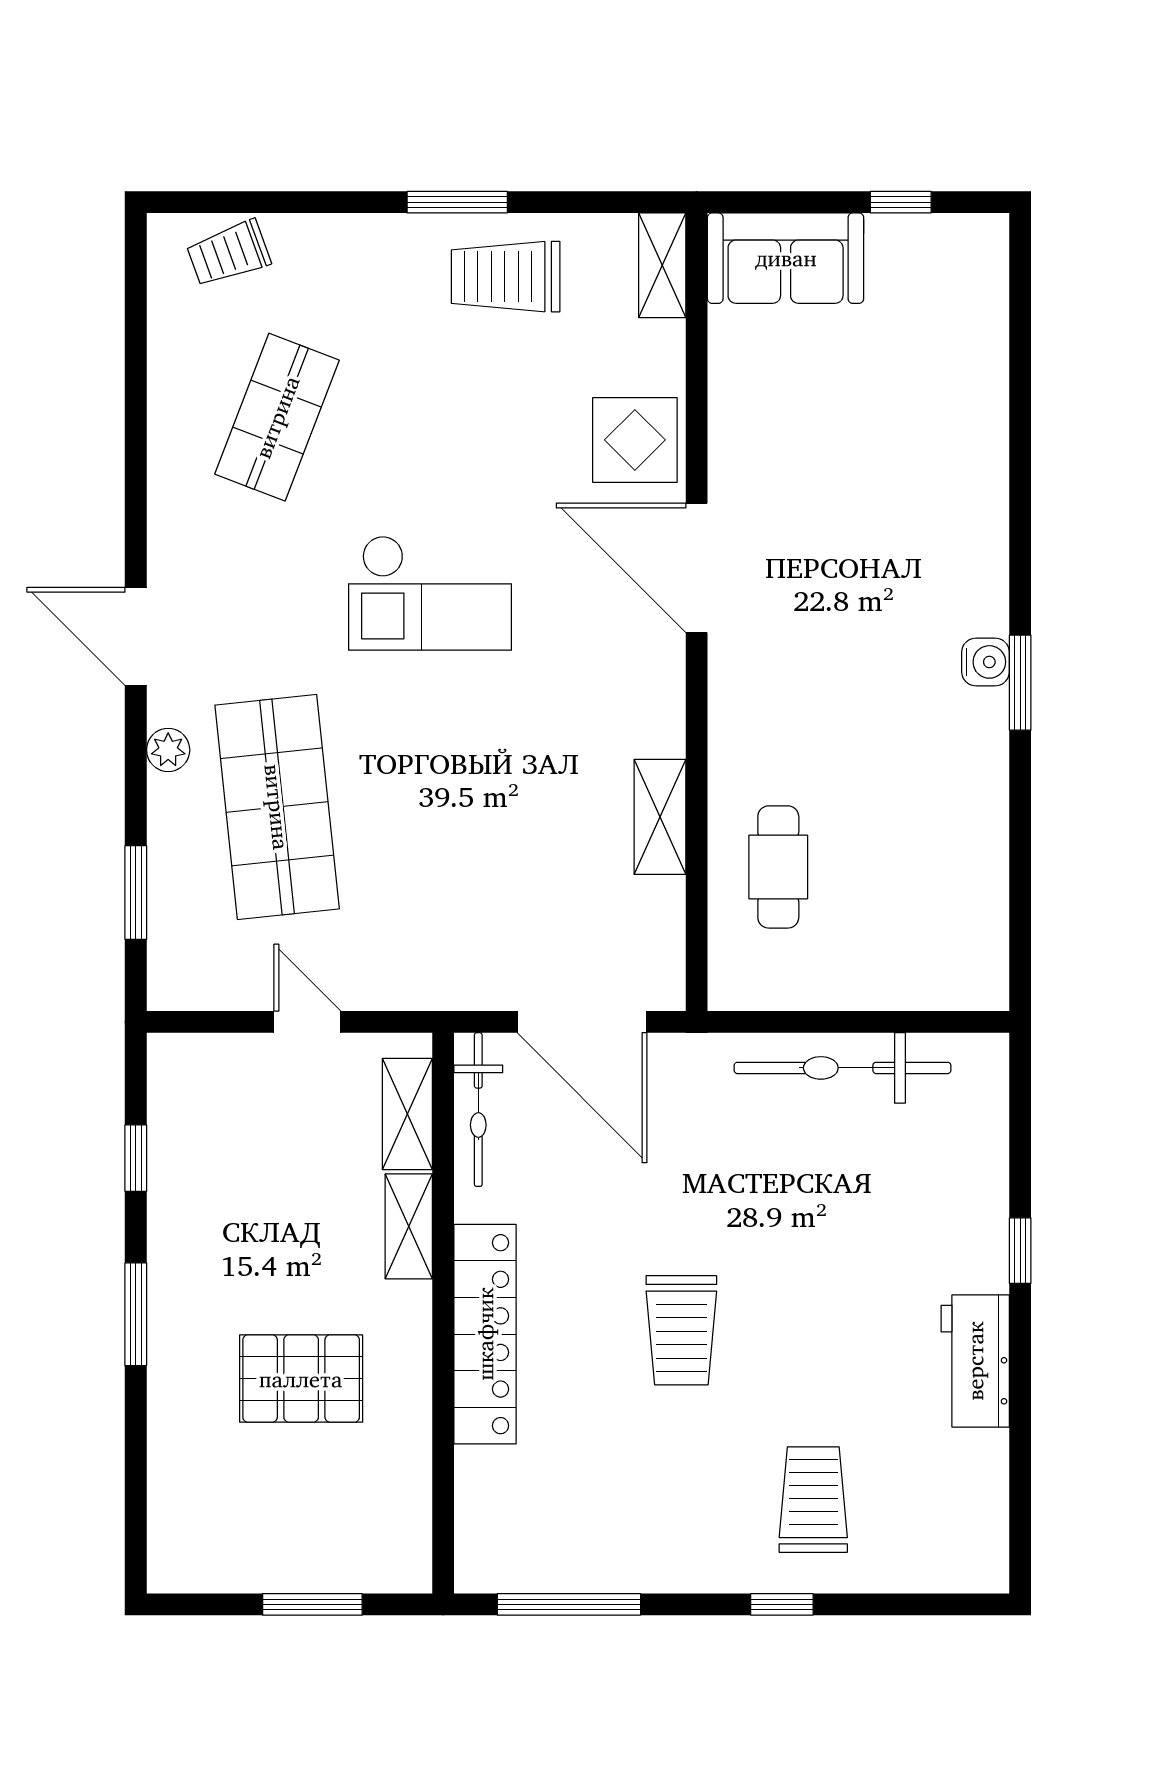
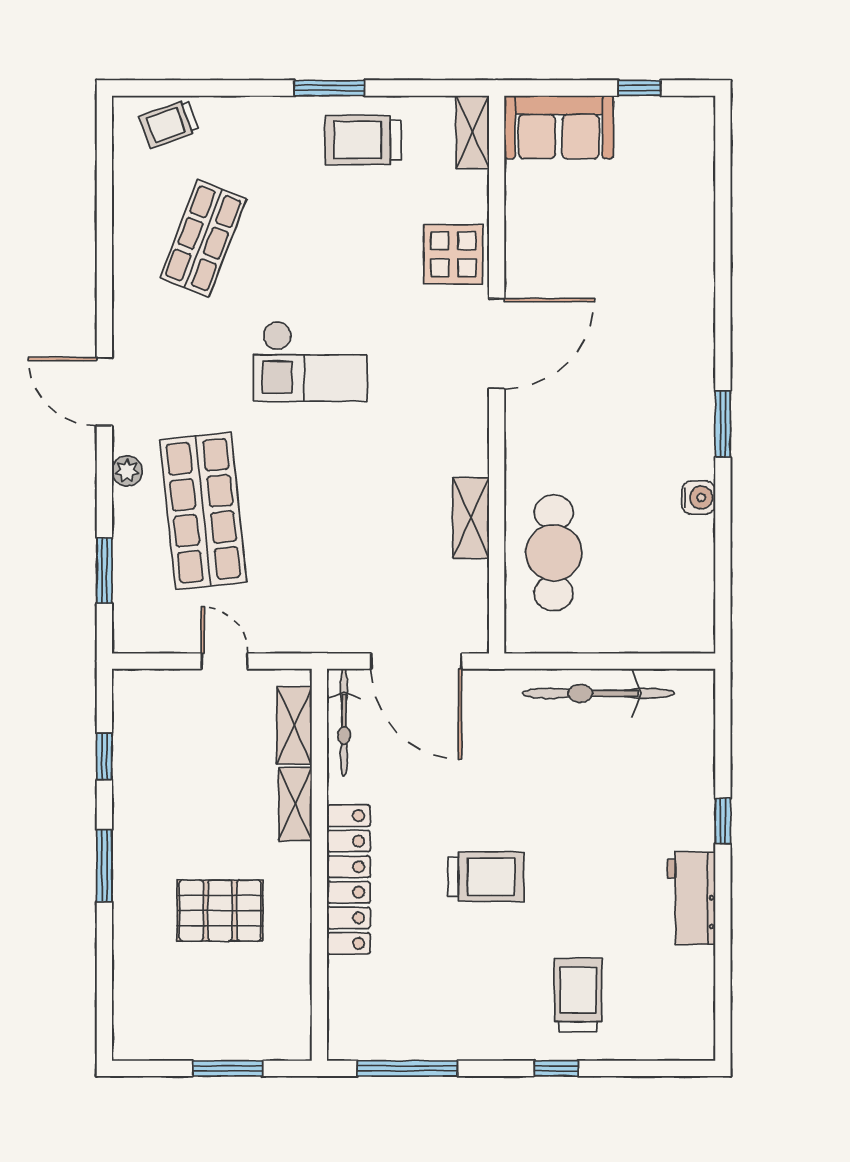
door: (697, 568) -> (497, 344), swing flipped
water cooler: (986, 662) -> (699, 497), moved
cafe table: (778, 867) -> (554, 553), width x1.37, depth x1.35
trolley: (681, 1330) -> (486, 877), turned -90

